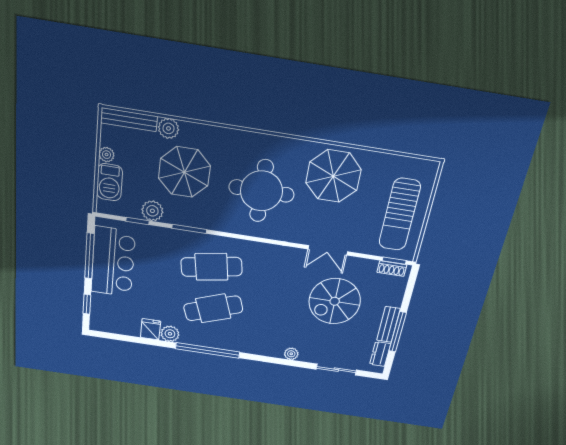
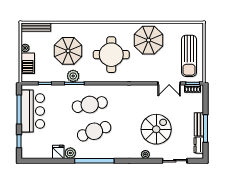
plant: (168, 128) -> (57, 28), removed
plant: (152, 211) -> (73, 76), moved
double door: (328, 250) -> (169, 83), moved
spiral stairs: (335, 301) -> (156, 129), moved, turned 180

